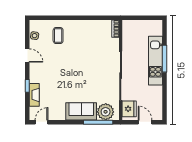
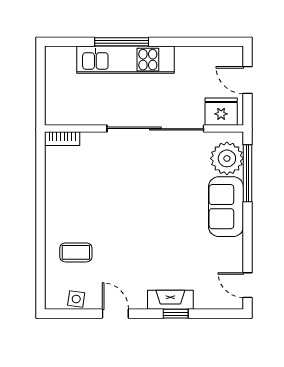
door: (27, 56) -> (115, 314), hinge flipped
fireplace: (34, 95) -> (170, 300), moved
door: (145, 122) -> (248, 80), hinge flipped

